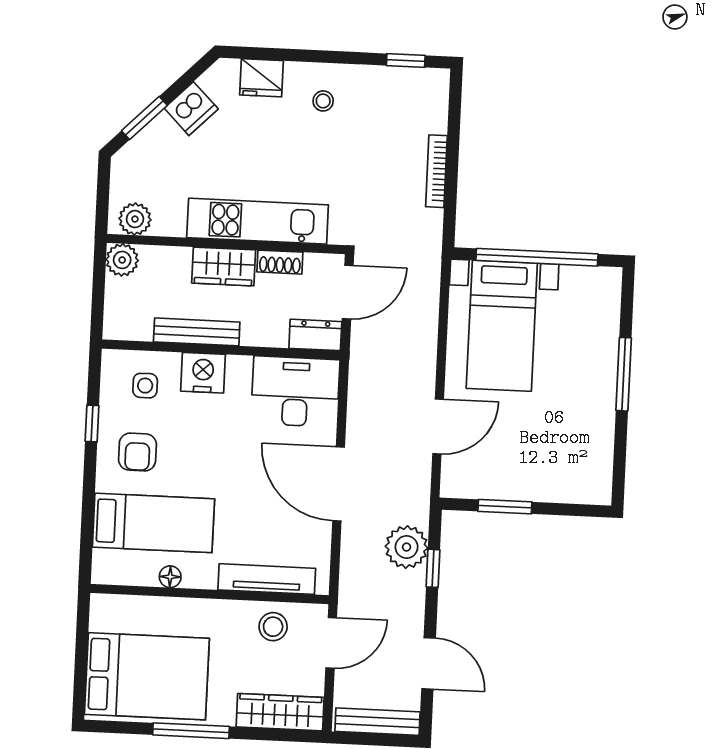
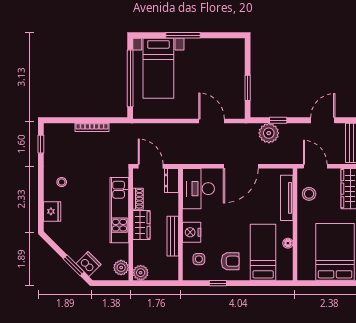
dishwasher: (191, 109) -> (89, 264), moved
bed with nightstands: (502, 326) -> (158, 68), moved, turned 90

